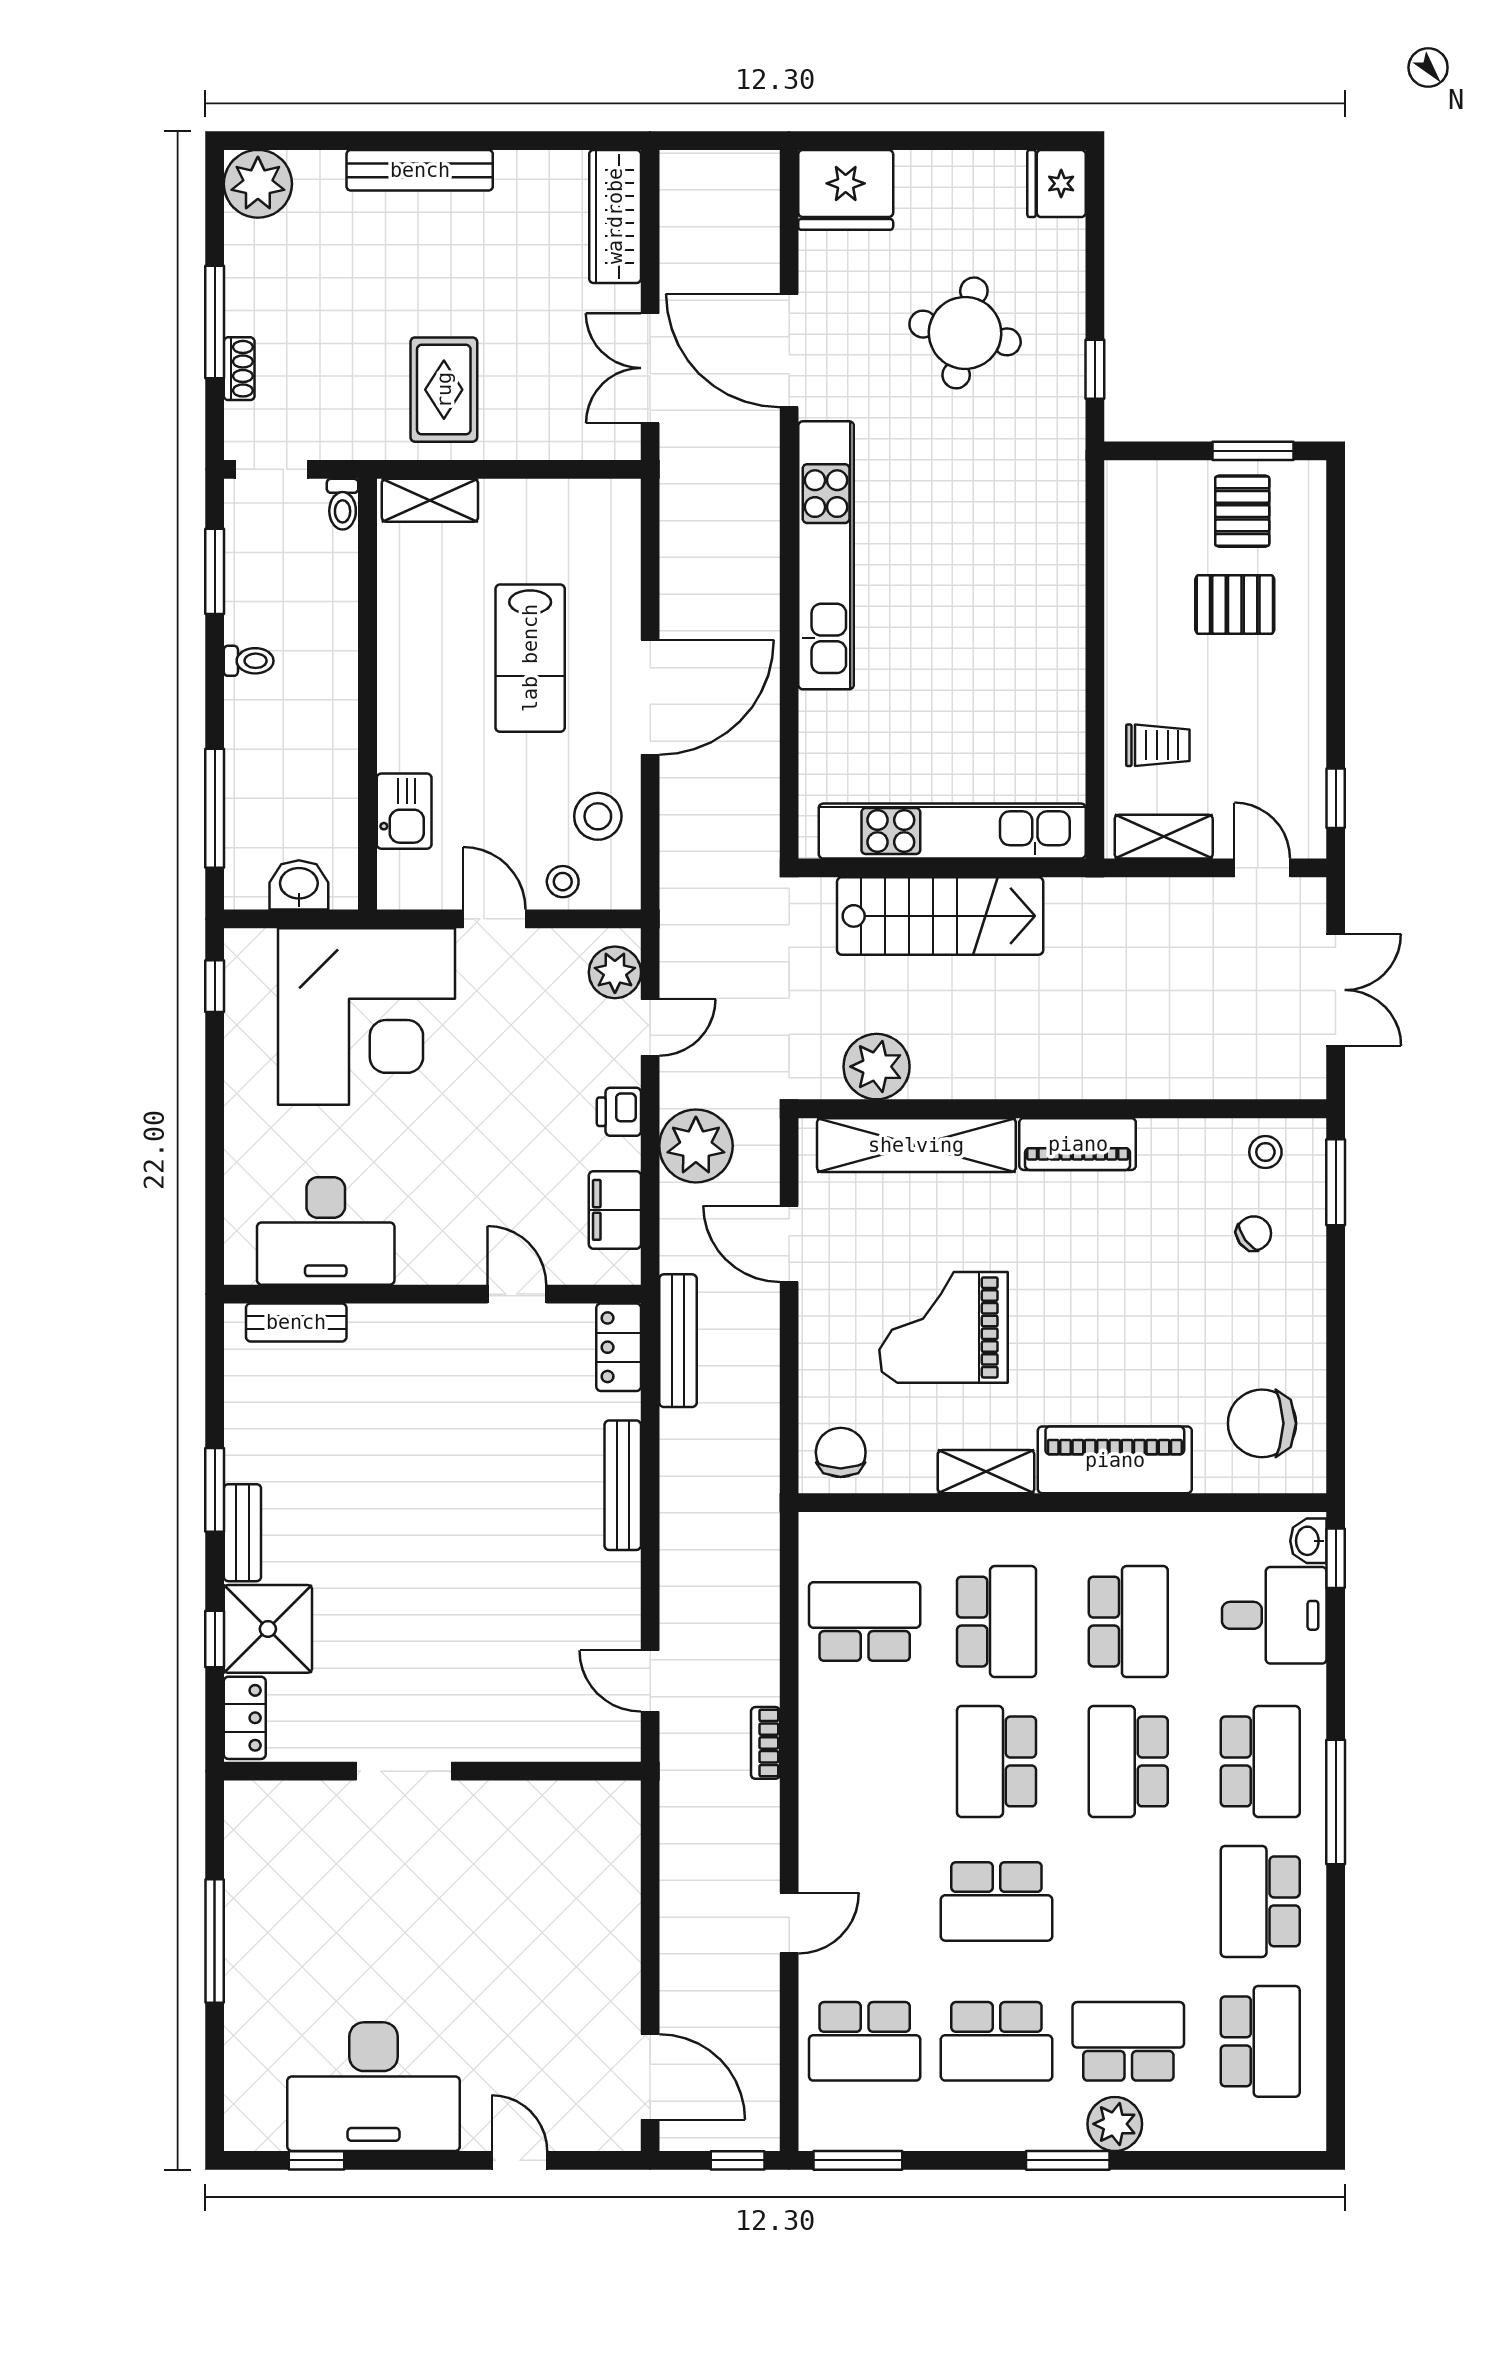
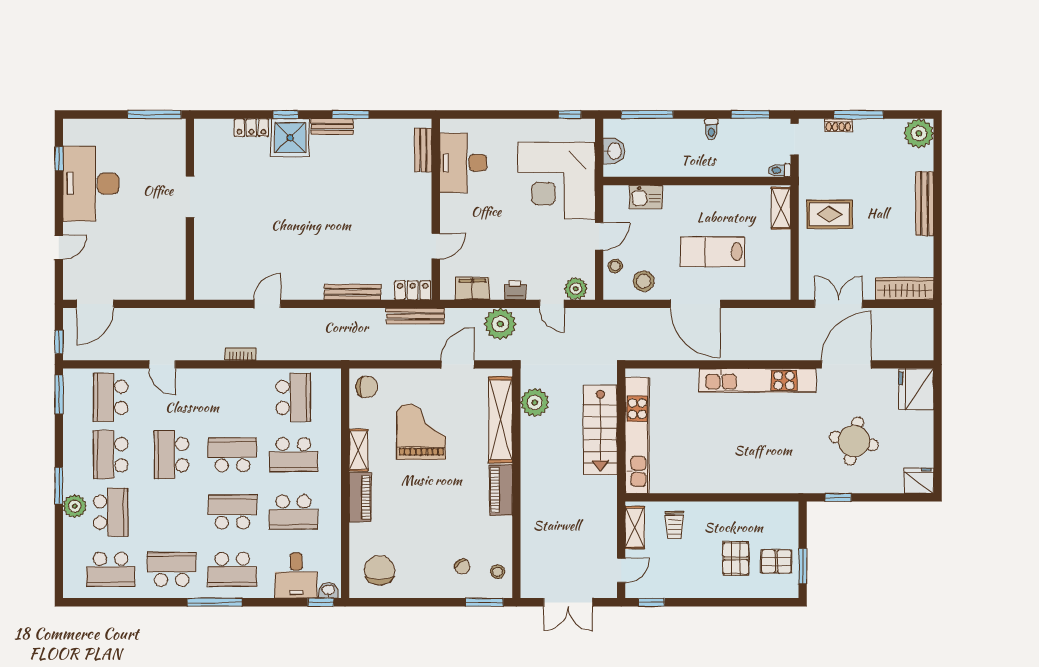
piano: (1115, 1460) -> (360, 497), width x0.73, depth x0.75
doorway: (404, 1771) -> (190, 197), moved
wall: (432, 1771) -> (190, 209), moved

